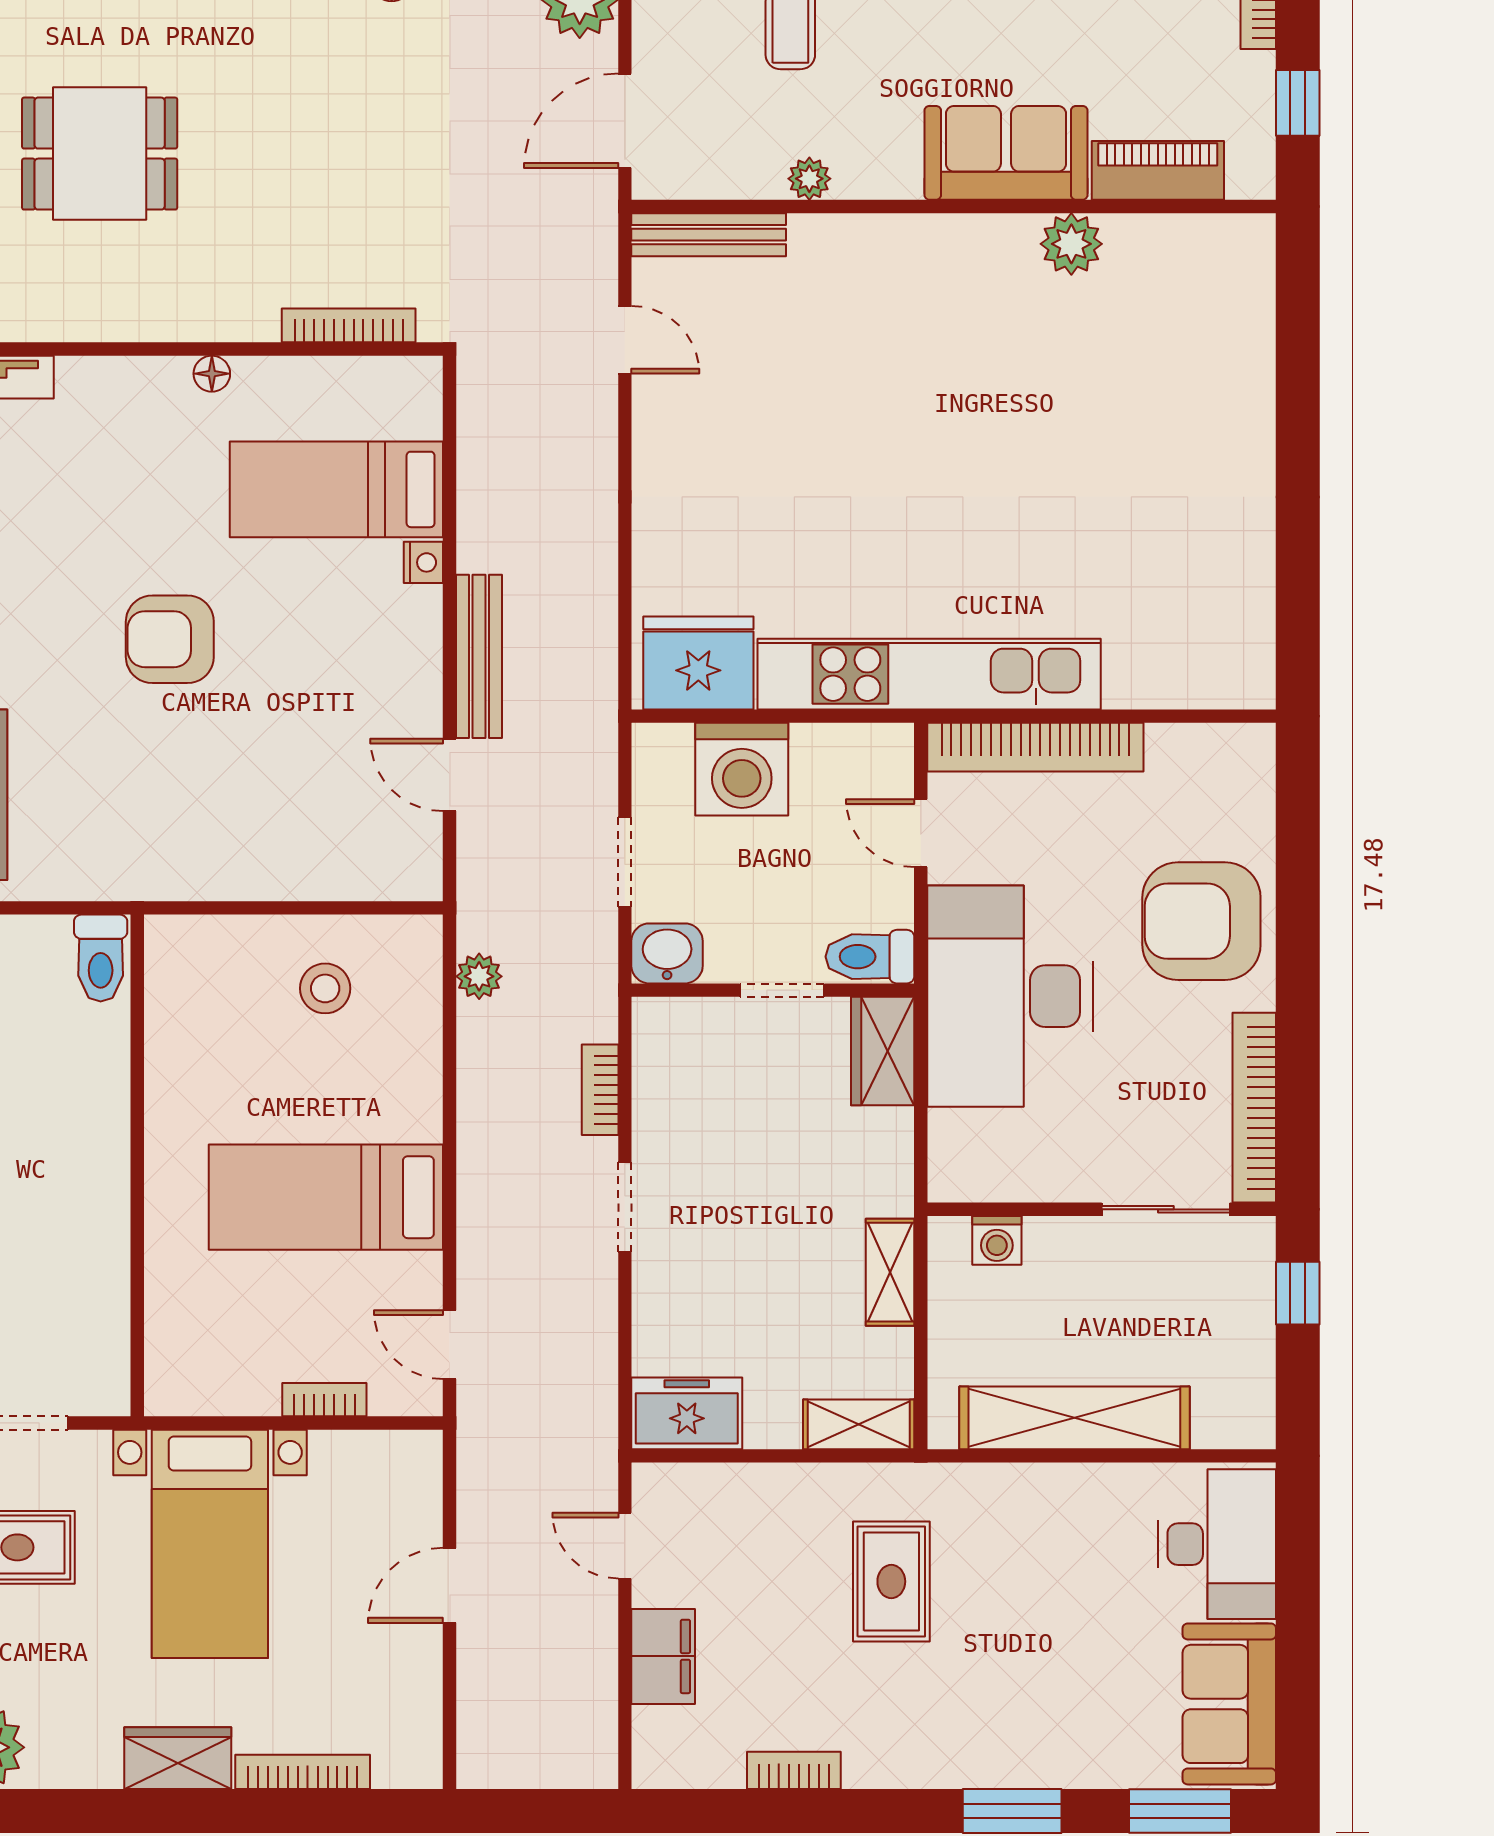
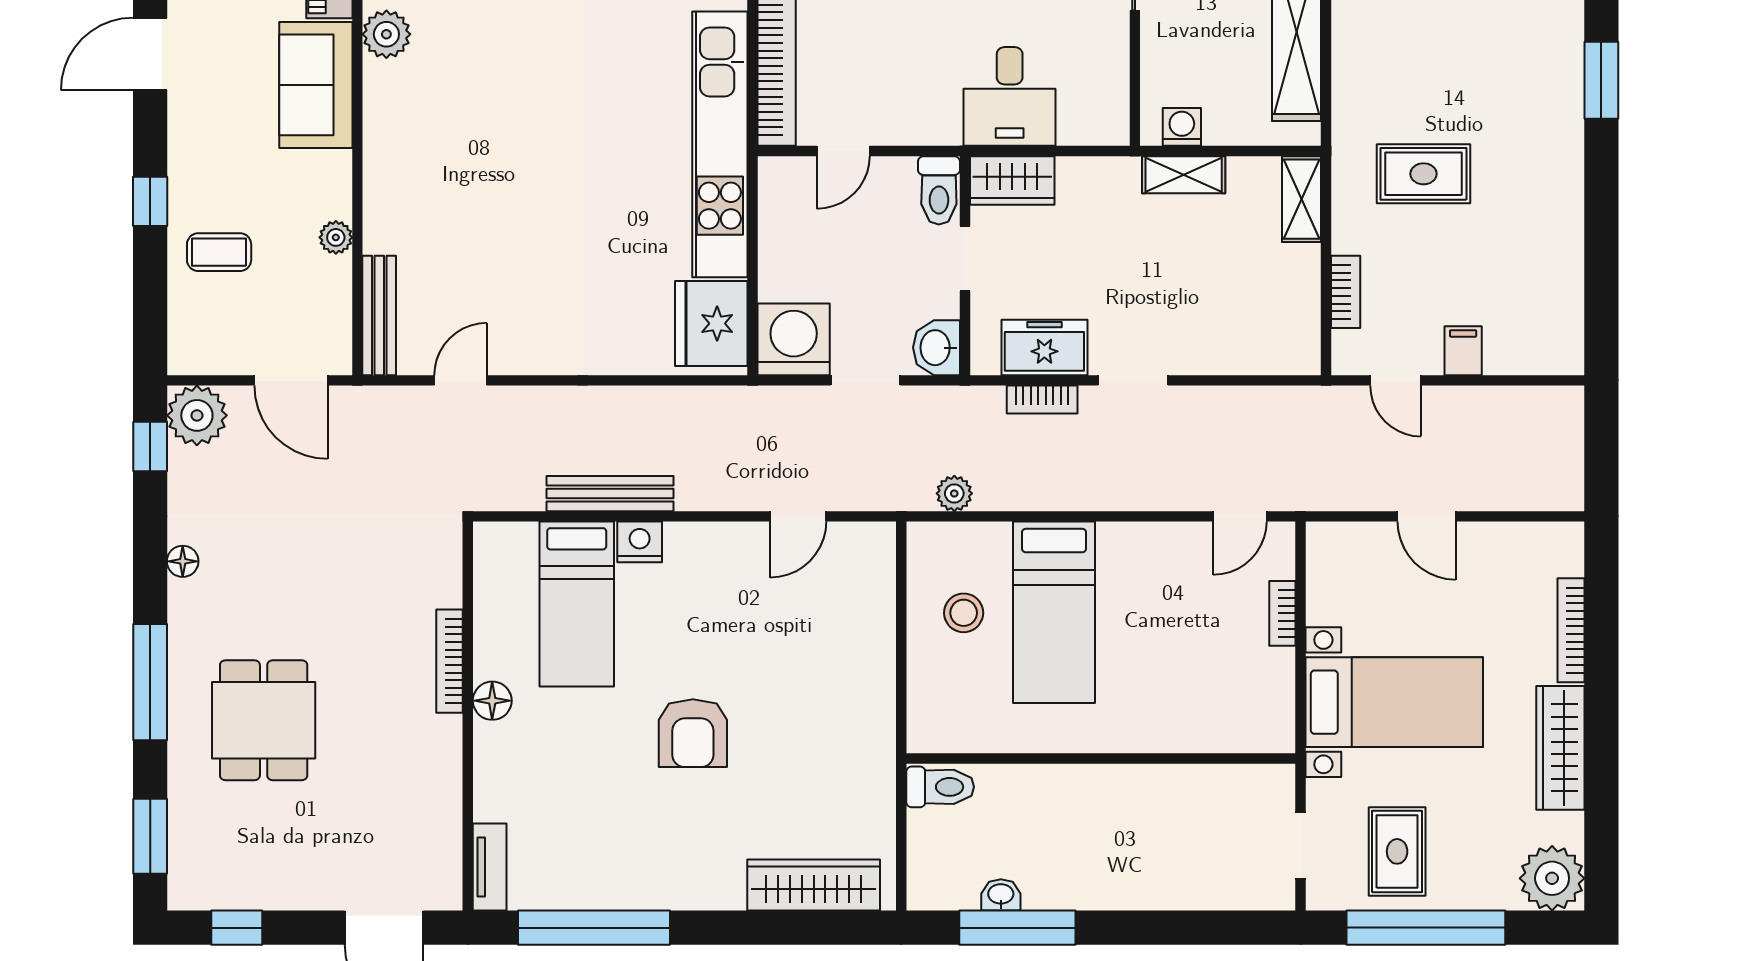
dining table: (100, 154) -> (264, 720), moved
bookcase: (349, 325) -> (449, 661), moved
floor lamp: (212, 374) -> (492, 701), width x1.37, depth x1.37
nightstand: (423, 562) -> (640, 542), width x1.39, depth x1.35
bench: (479, 656) -> (610, 494), moved
washing machine: (742, 769) -> (794, 339), moved, turned -90
desk: (1010, 996) -> (1010, 96), width x0.53, depth x0.77
bed: (326, 1197) -> (1054, 612), moved
washing machine: (997, 1240) -> (1182, 127), moved, turned -90
freezer: (687, 1413) -> (1044, 347), moved, turned 90
door: (625, 1546) -> (1396, 380), hinge flipped
filing cabinet: (663, 1656) -> (1463, 351), width x0.50
wardrobe: (178, 1758) -> (1560, 748), width x1.50
bookcase: (794, 1770) -> (1346, 292), moved, turned 180

